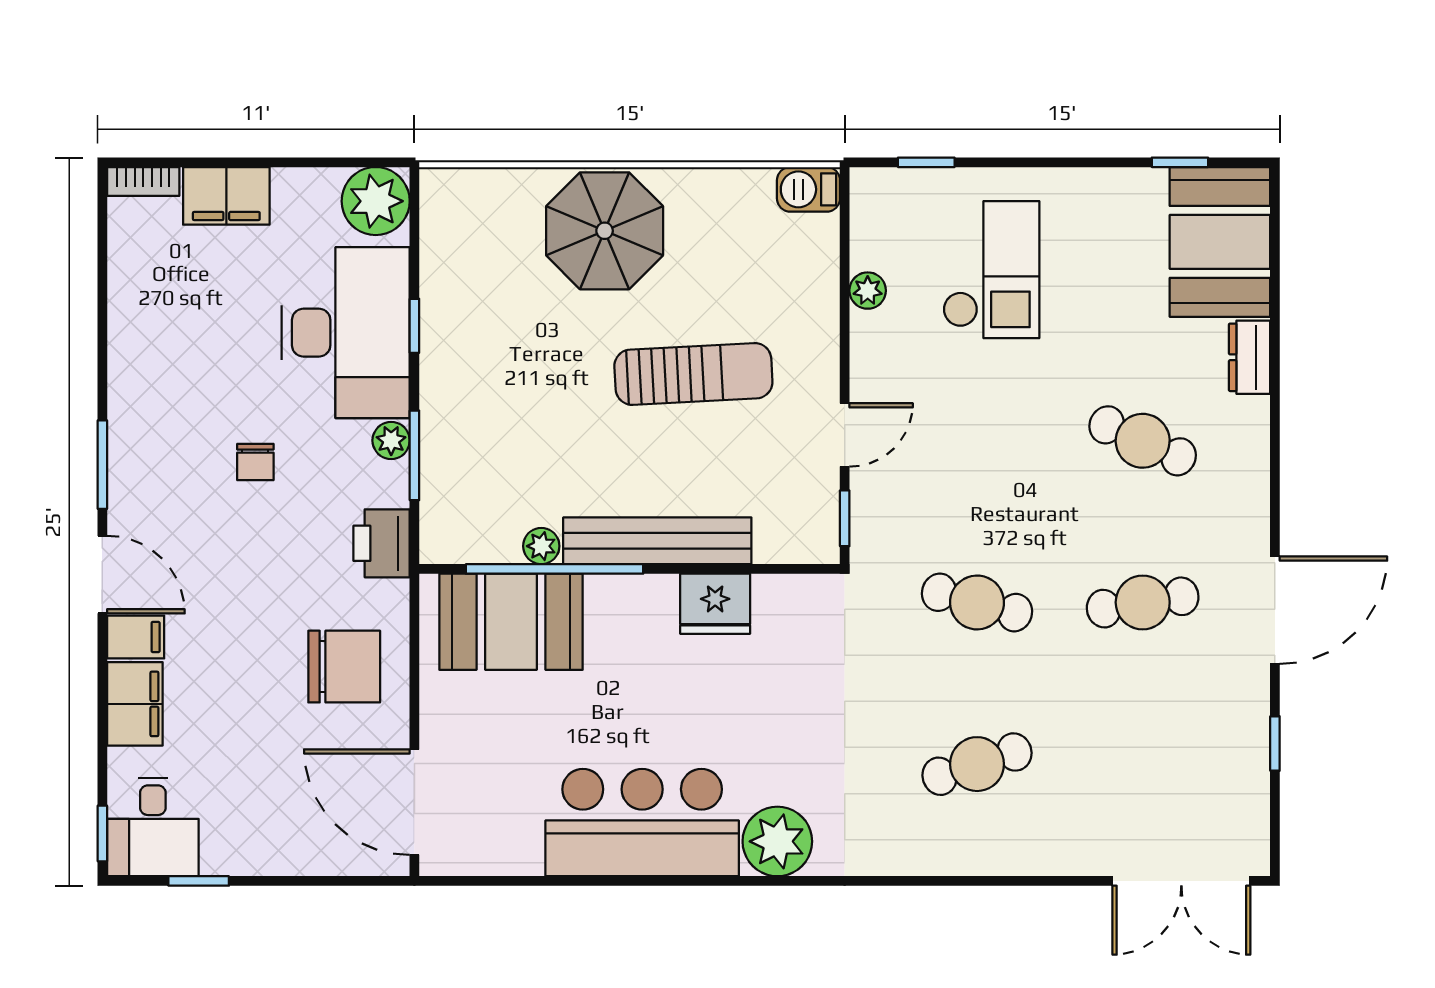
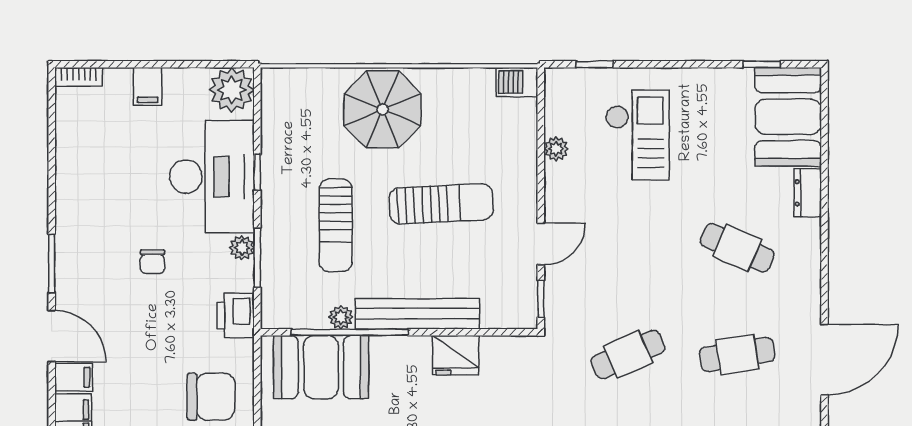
filing cabinet: (226, 196) -> (148, 86), width x0.50
sun lounger: (533, 407) -> (336, 225), added
cafe table: (977, 602) -> (628, 354), turned -39

